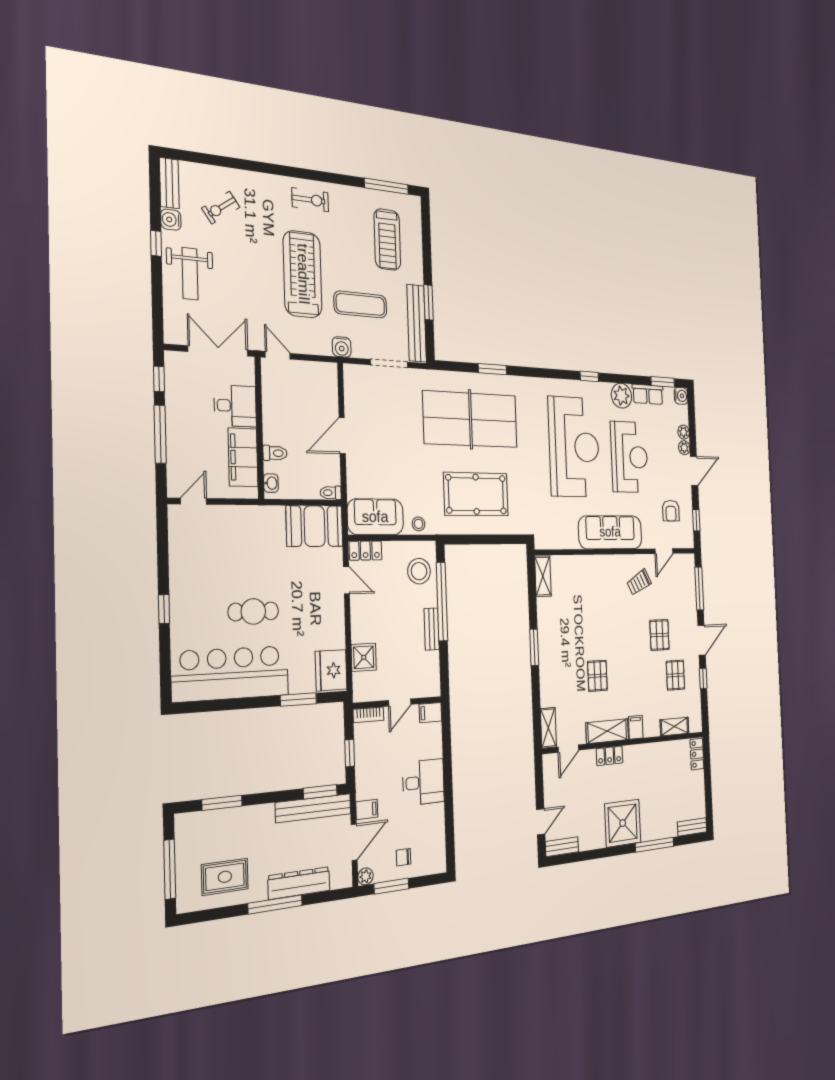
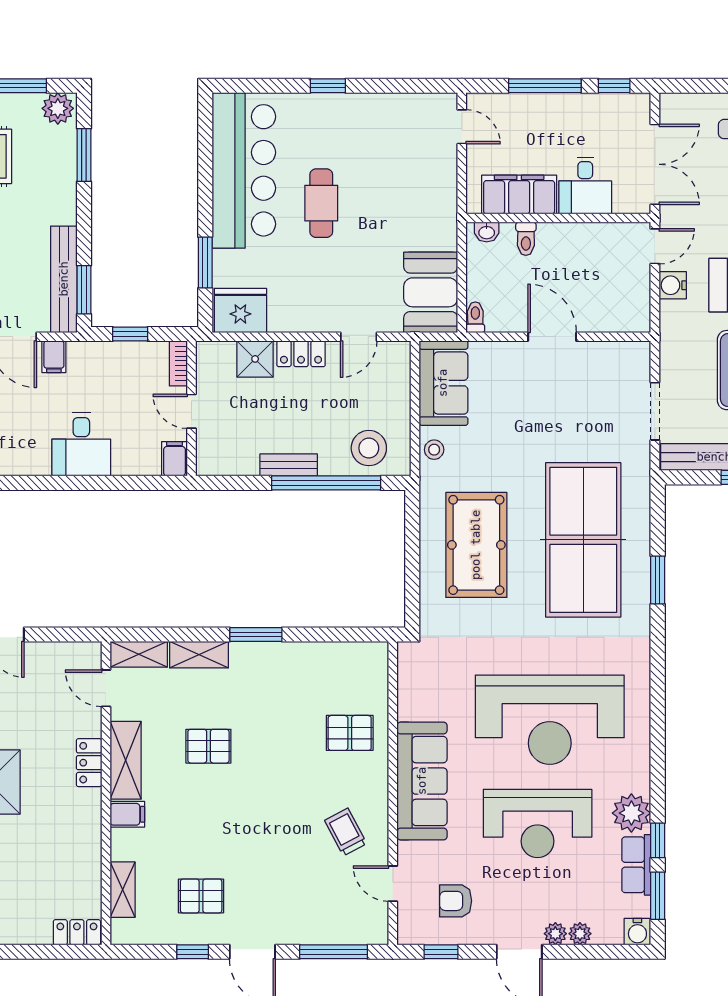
water cooler: (342, 347) -> (673, 285), moved
window: (589, 376) -> (658, 840), moved
locker: (365, 551) -> (301, 354), moved, turned -90
shelving: (543, 576) -> (199, 655), moved
pallet: (659, 635) -> (350, 733), moved
plant: (187, 828) -> (58, 108), added

